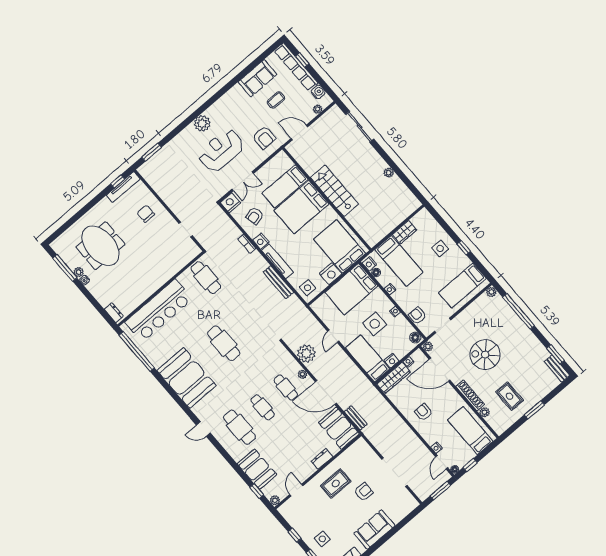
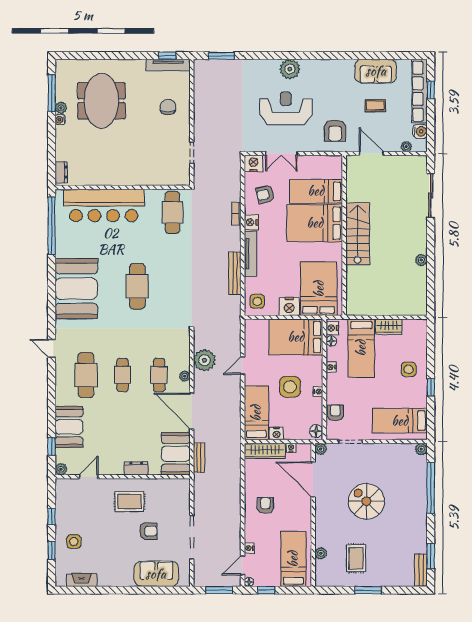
shoe rack: (470, 395) -> (321, 527), removed
sofa: (374, 530) -> (156, 574), moved

